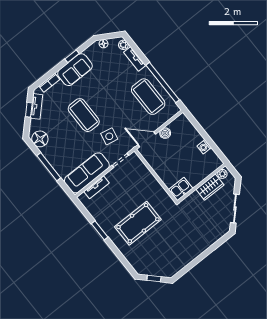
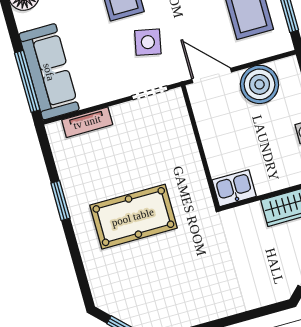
boiler: (165, 133) -> (260, 84), width x1.86, depth x1.86
window: (49, 167) -> (27, 81), moved
sofa: (87, 173) -> (49, 72), moved, turned 90

